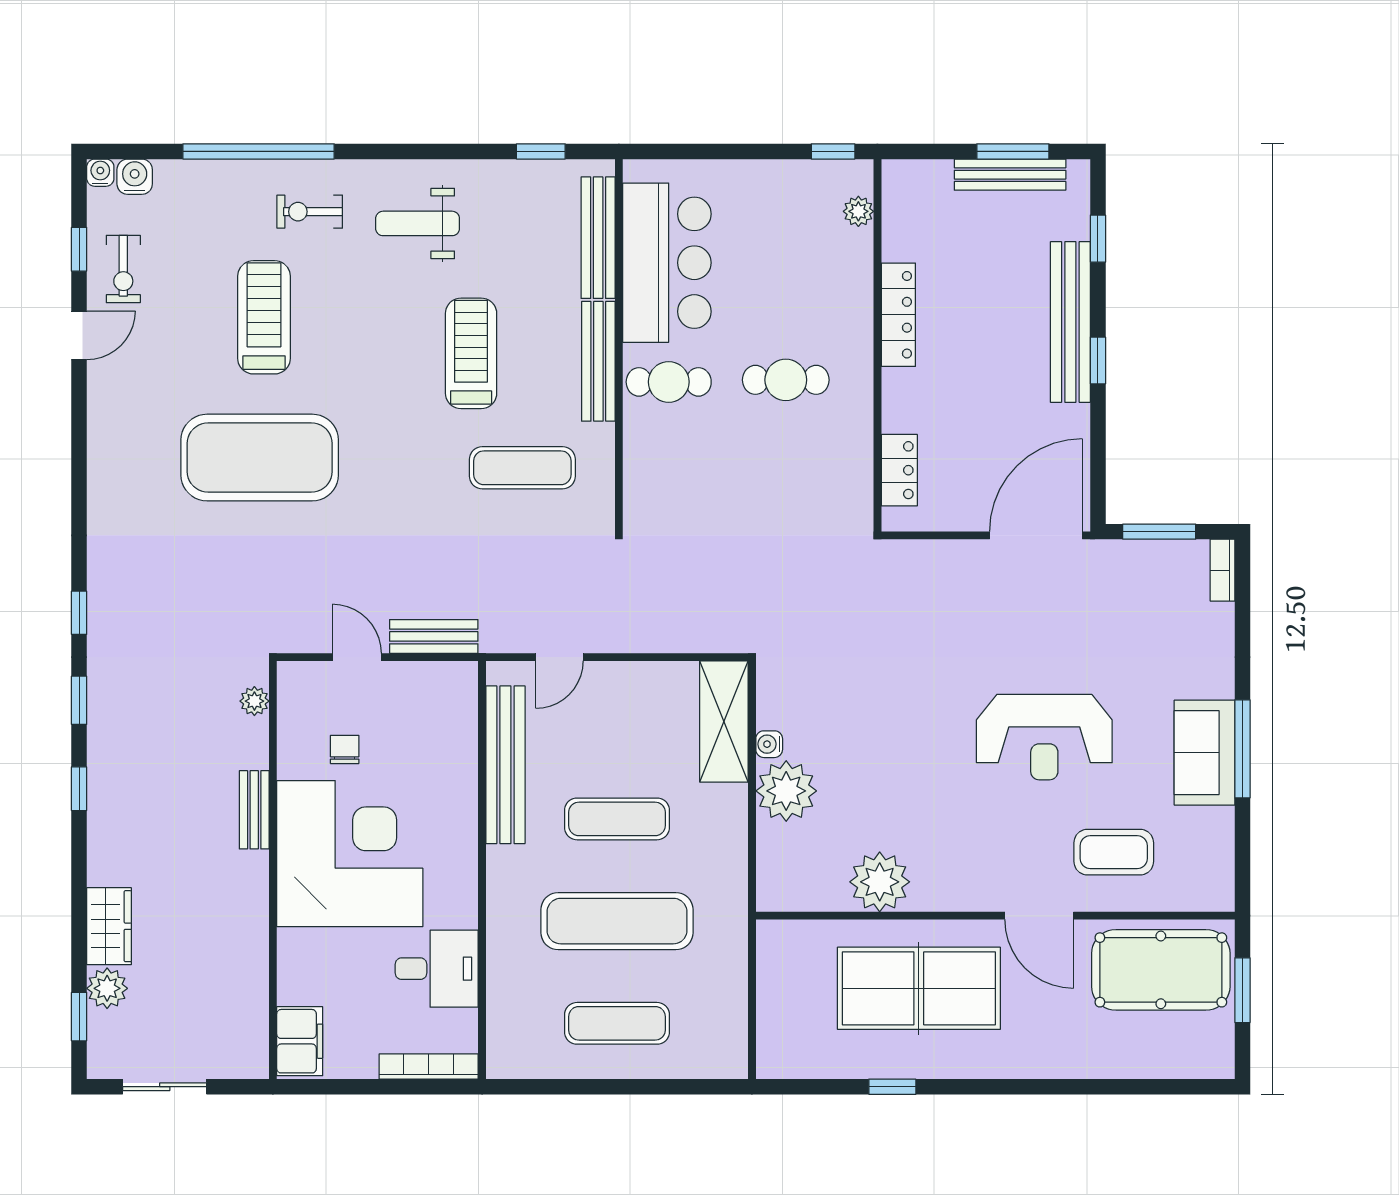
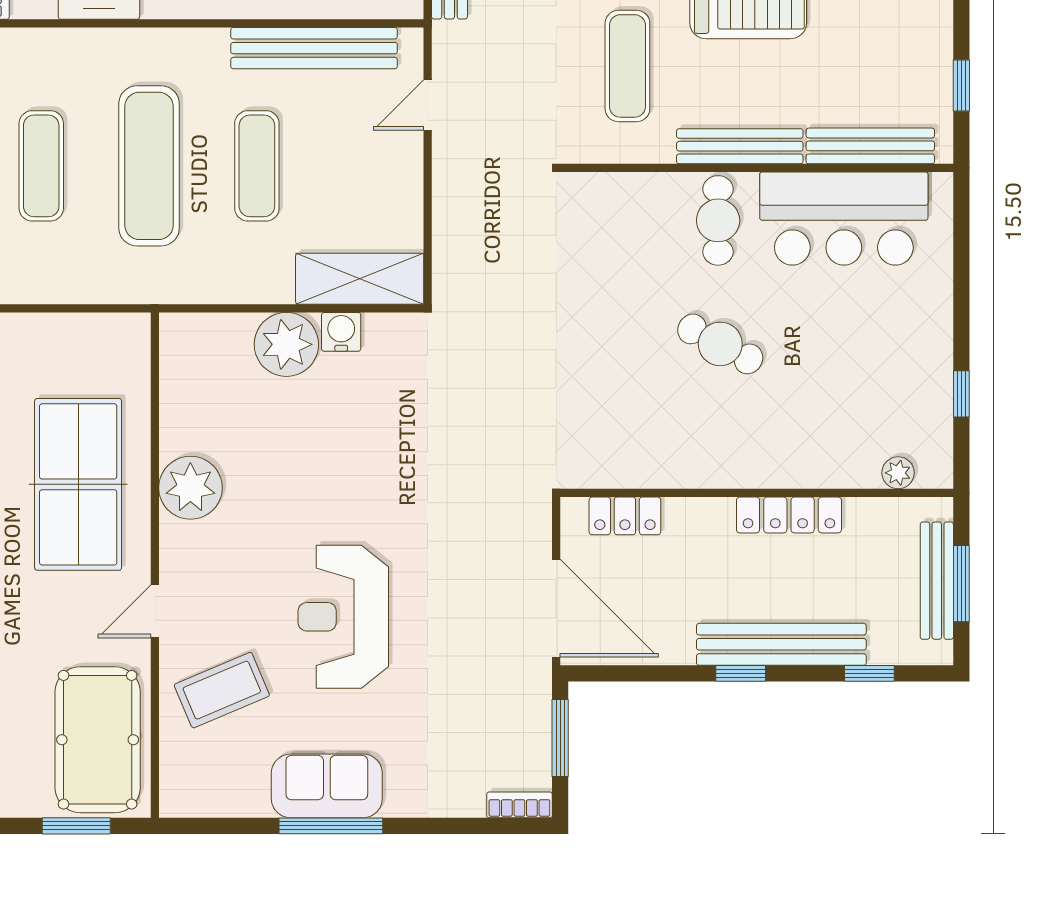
plant: (858, 211) -> (898, 473), moved
locker: (898, 315) -> (789, 515), moved
wall: (877, 345) -> (757, 493), moved
cafe table: (786, 380) -> (720, 344), turned -62
locker: (899, 470) -> (625, 516), moved
door: (559, 657) -> (428, 105), hinge flipped
water cooler: (769, 744) -> (341, 332), width x1.38, depth x1.38
coffee table: (1114, 852) -> (222, 690), turned 67
plant: (880, 882) -> (190, 488), moved
door: (1039, 916) -> (155, 611), width x0.73

